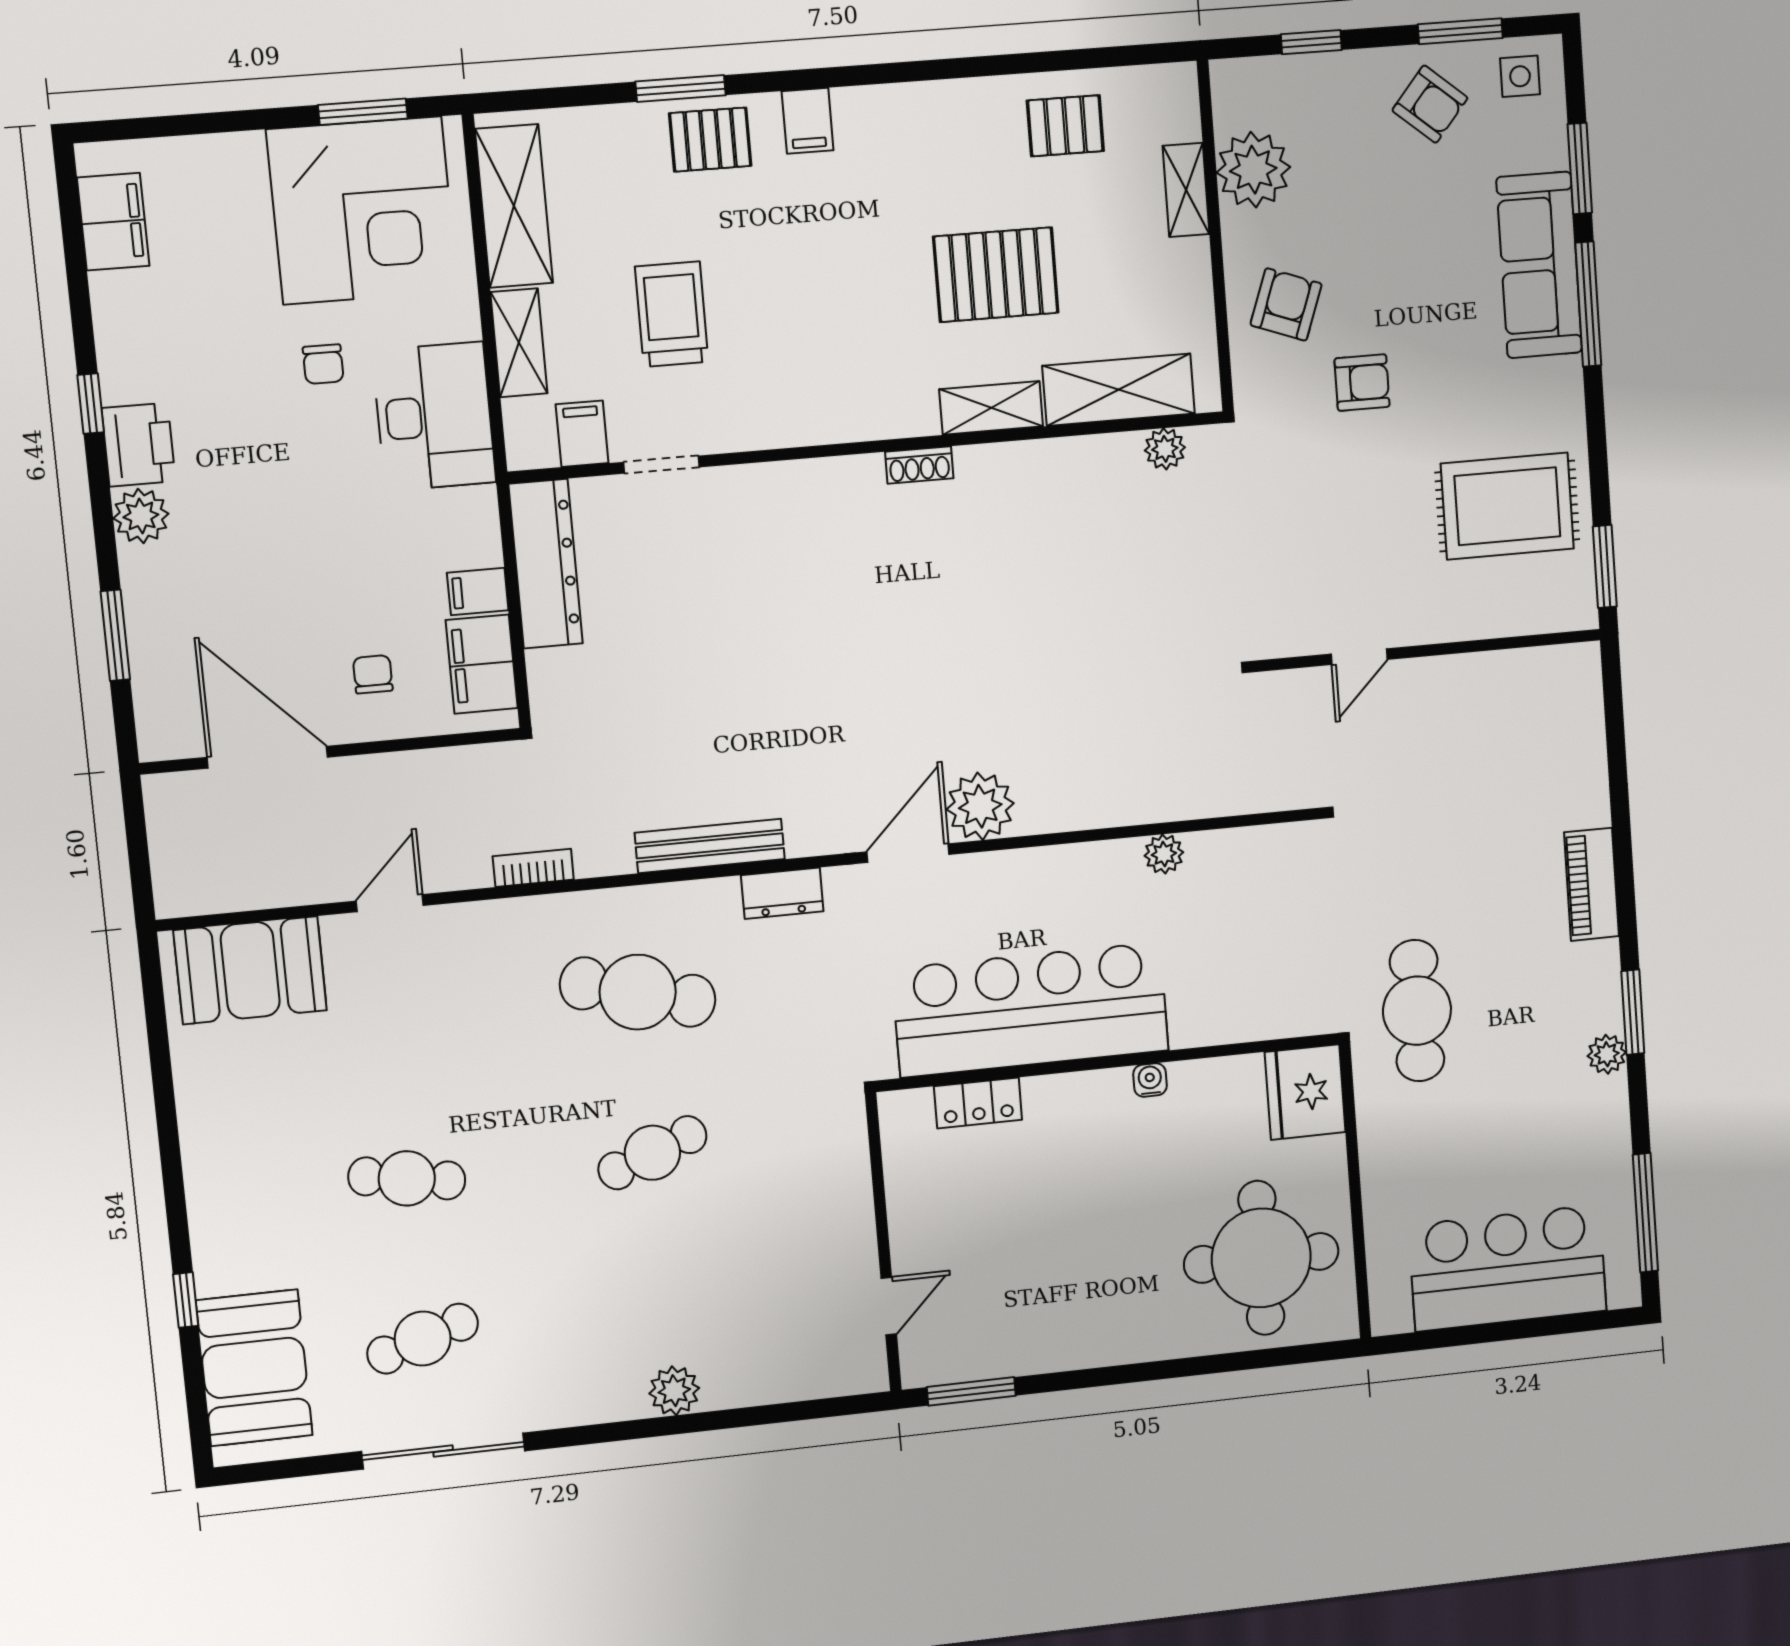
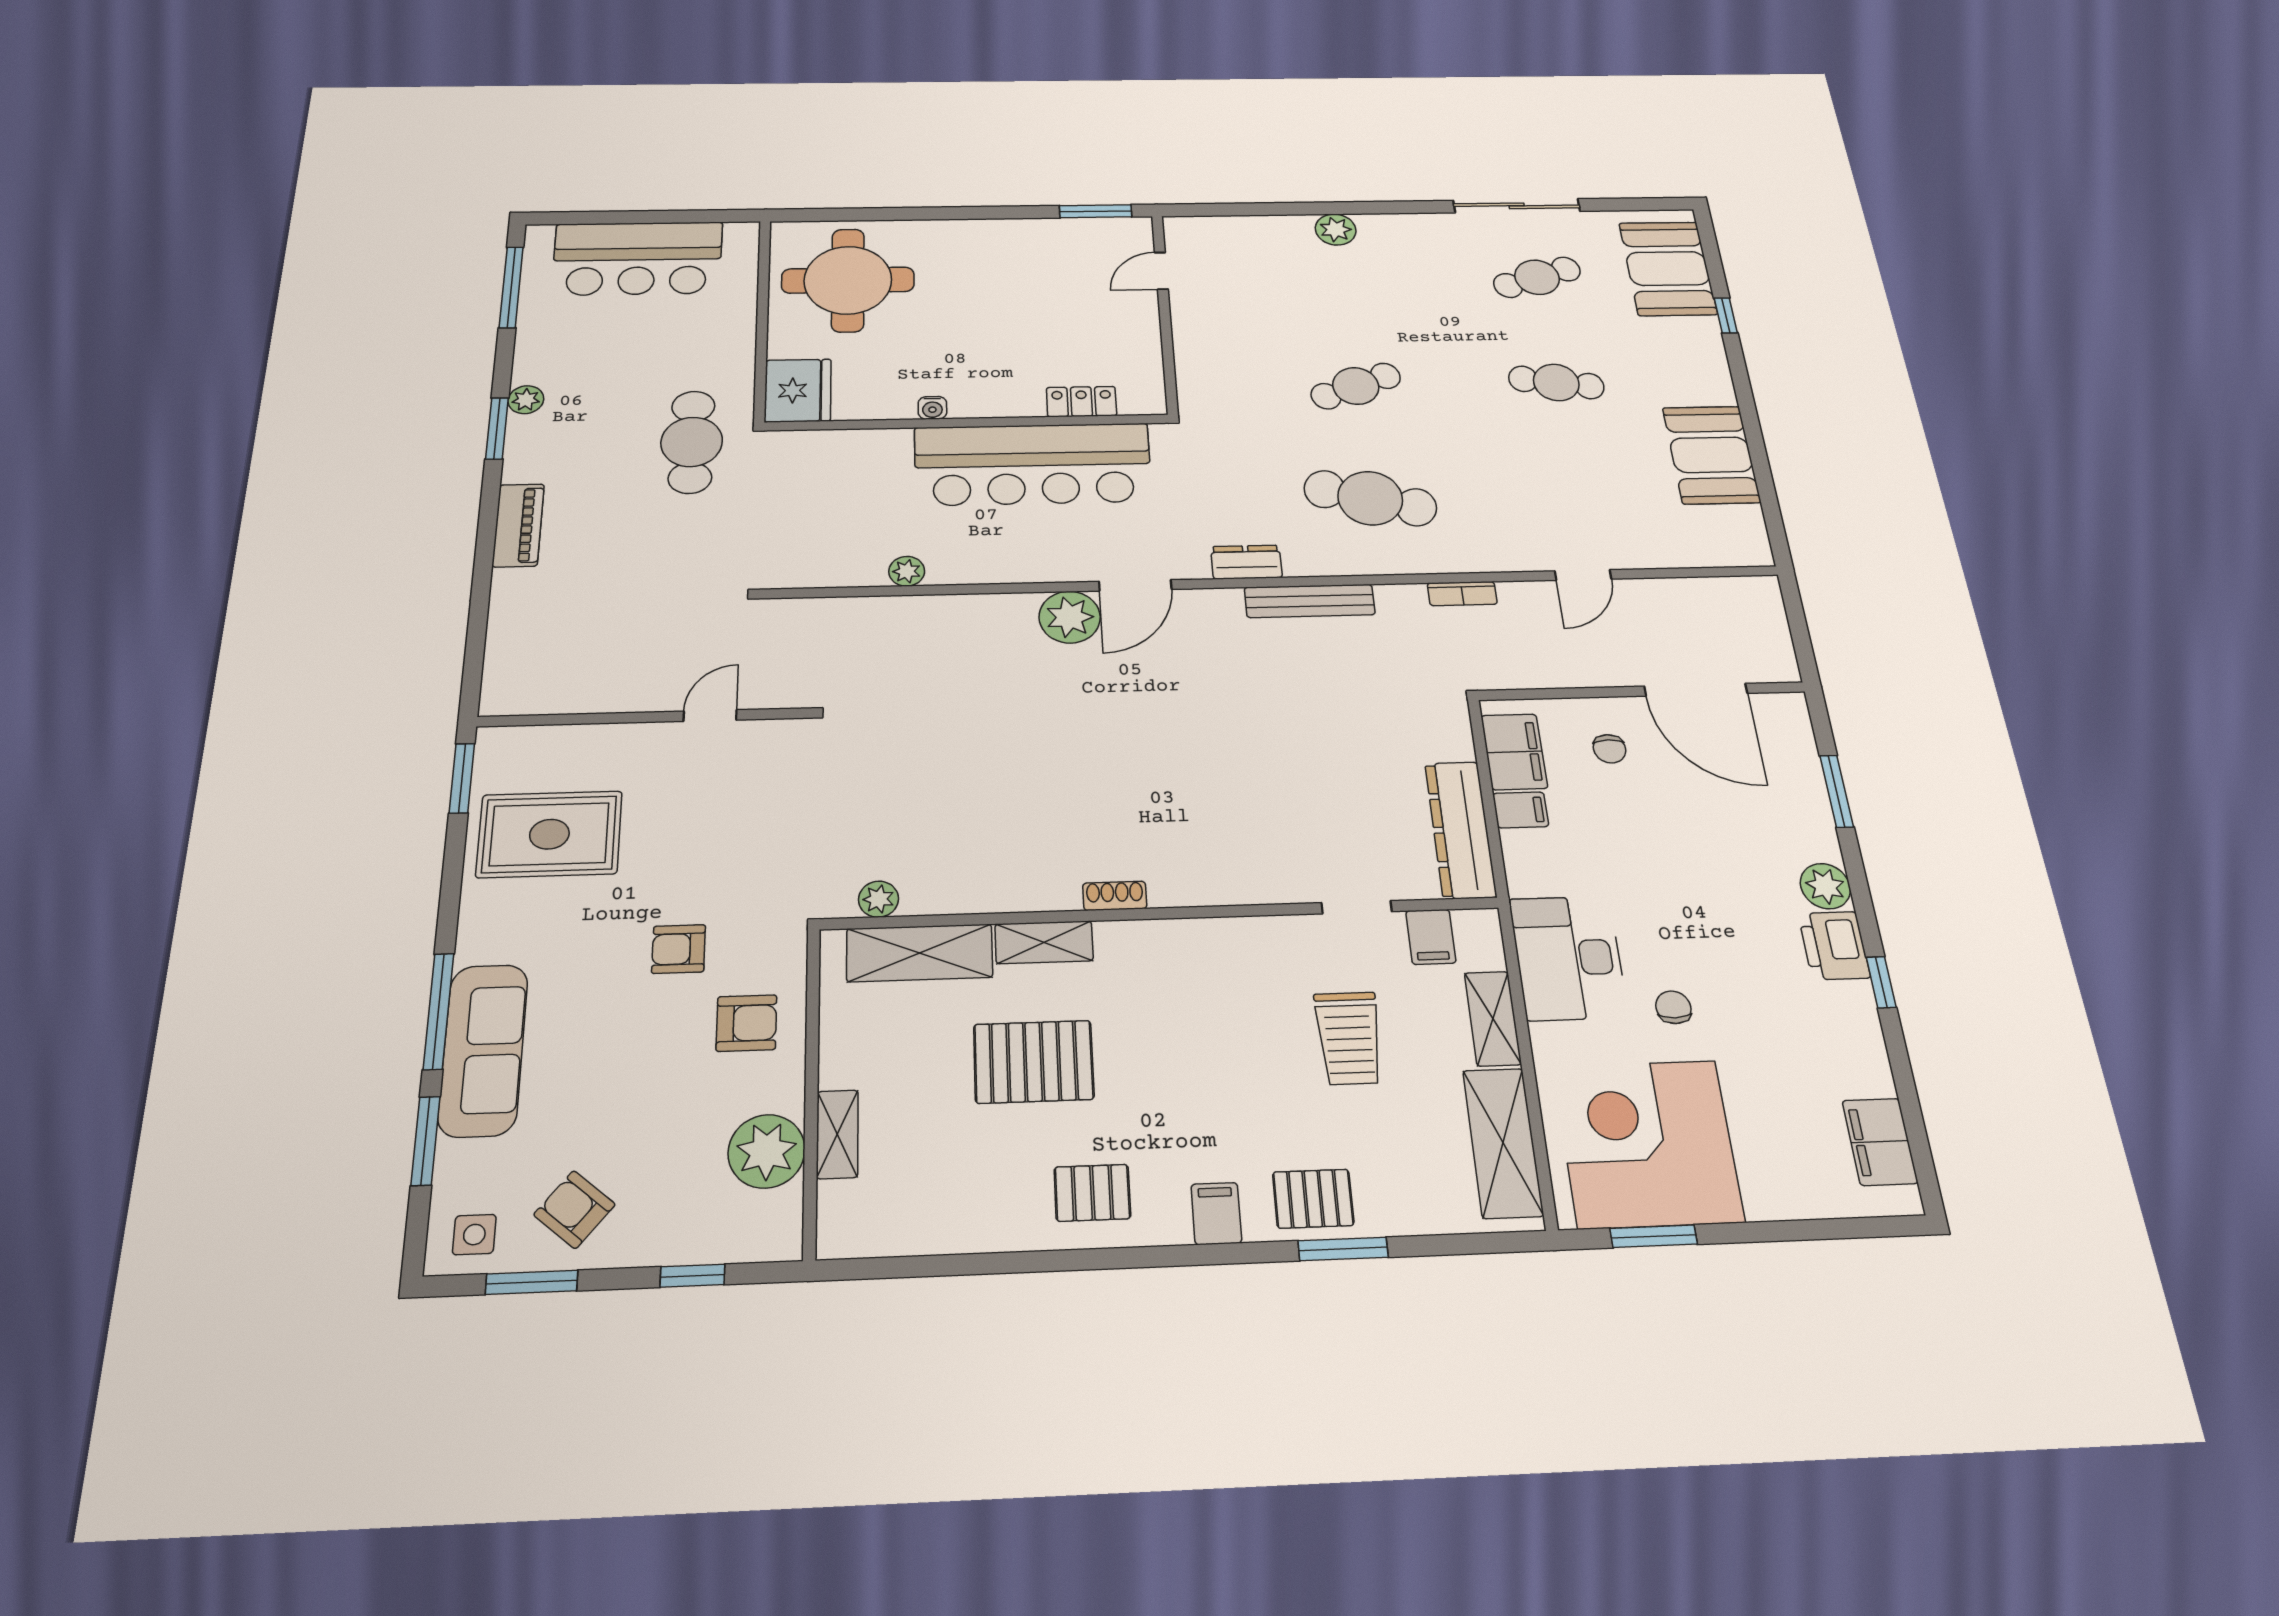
pallet: (1065, 126) -> (1092, 1193), moved
armchair: (1286, 304) -> (747, 1023), turned -110
booth: (250, 970) -> (1711, 455), moved, turned 90

